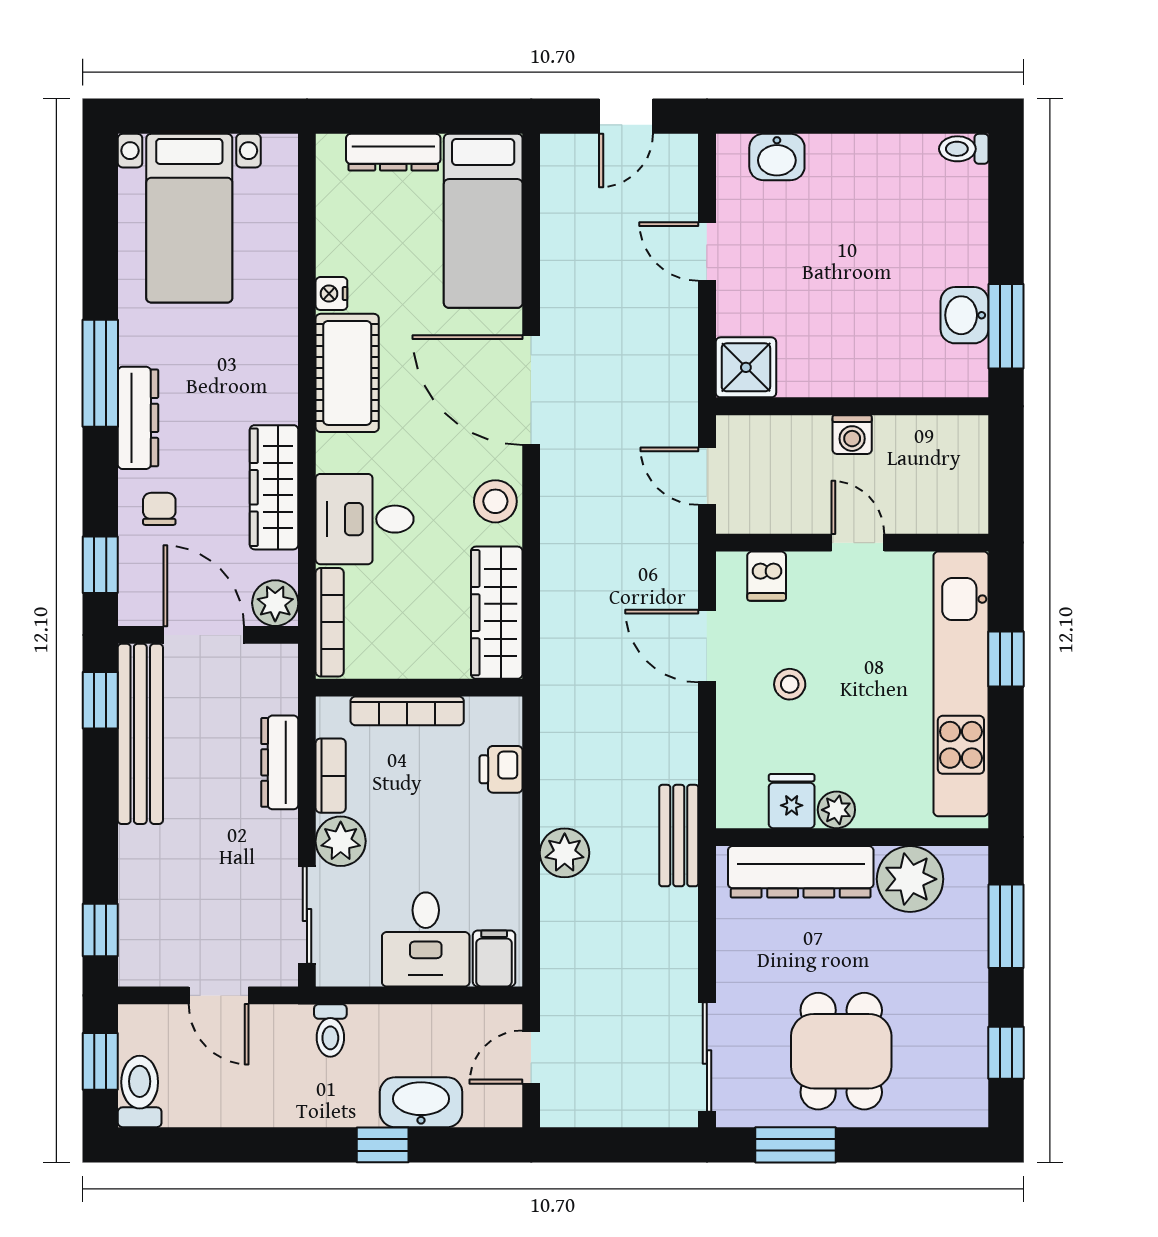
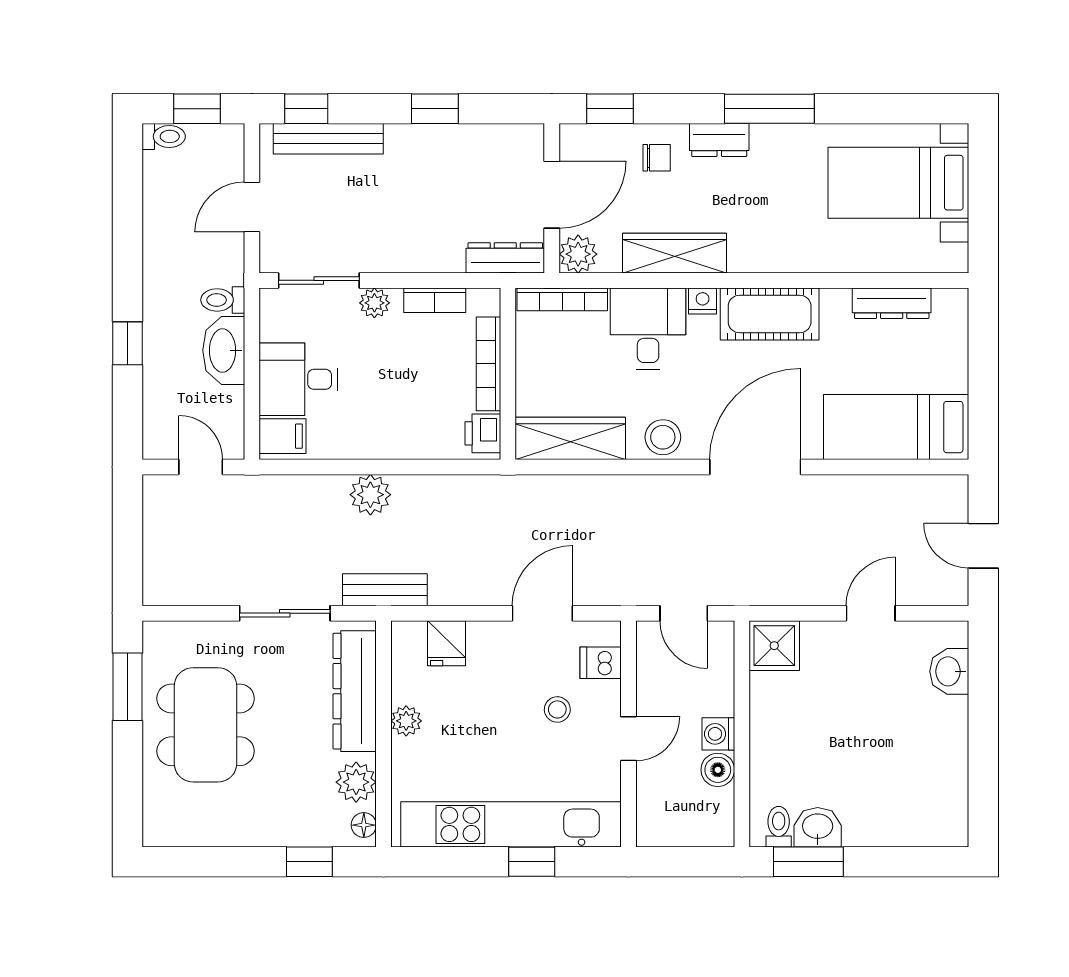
toilet: (964, 149) -> (779, 827), moved
dresser: (393, 152) -> (892, 303), moved, turned -90
nightstand: (331, 294) -> (703, 301), moved
dresser: (138, 418) -> (719, 140), width x0.70
boiler: (895, 435) -> (718, 770), added
door: (707, 476) -> (684, 613), swing flipped
stool: (790, 684) -> (557, 709), moved
window: (100, 700) -> (435, 109), moved
bench: (140, 734) -> (328, 139), moved, width x0.73, depth x0.82
dresser: (280, 762) -> (505, 258), moved
printer: (501, 769) -> (483, 433), moved, turned -90
fridge: (792, 801) -> (447, 643), moved, turned 90
plant: (341, 841) -> (374, 303), width x0.73, depth x0.73
floor lamp: (962, 861) -> (364, 825), added
plant: (910, 879) -> (356, 782), width x0.73, depth x0.73
window: (1006, 926) -> (309, 862), width x0.67
dining table: (841, 1051) -> (206, 725), width x1.37
window: (1006, 1053) -> (204, 862), removed
sliding door: (707, 1057) -> (285, 613), moved
toilet: (140, 1091) -> (164, 136), width x0.73, depth x0.72
washbasin: (421, 1102) -> (224, 350), moved, turned 180

